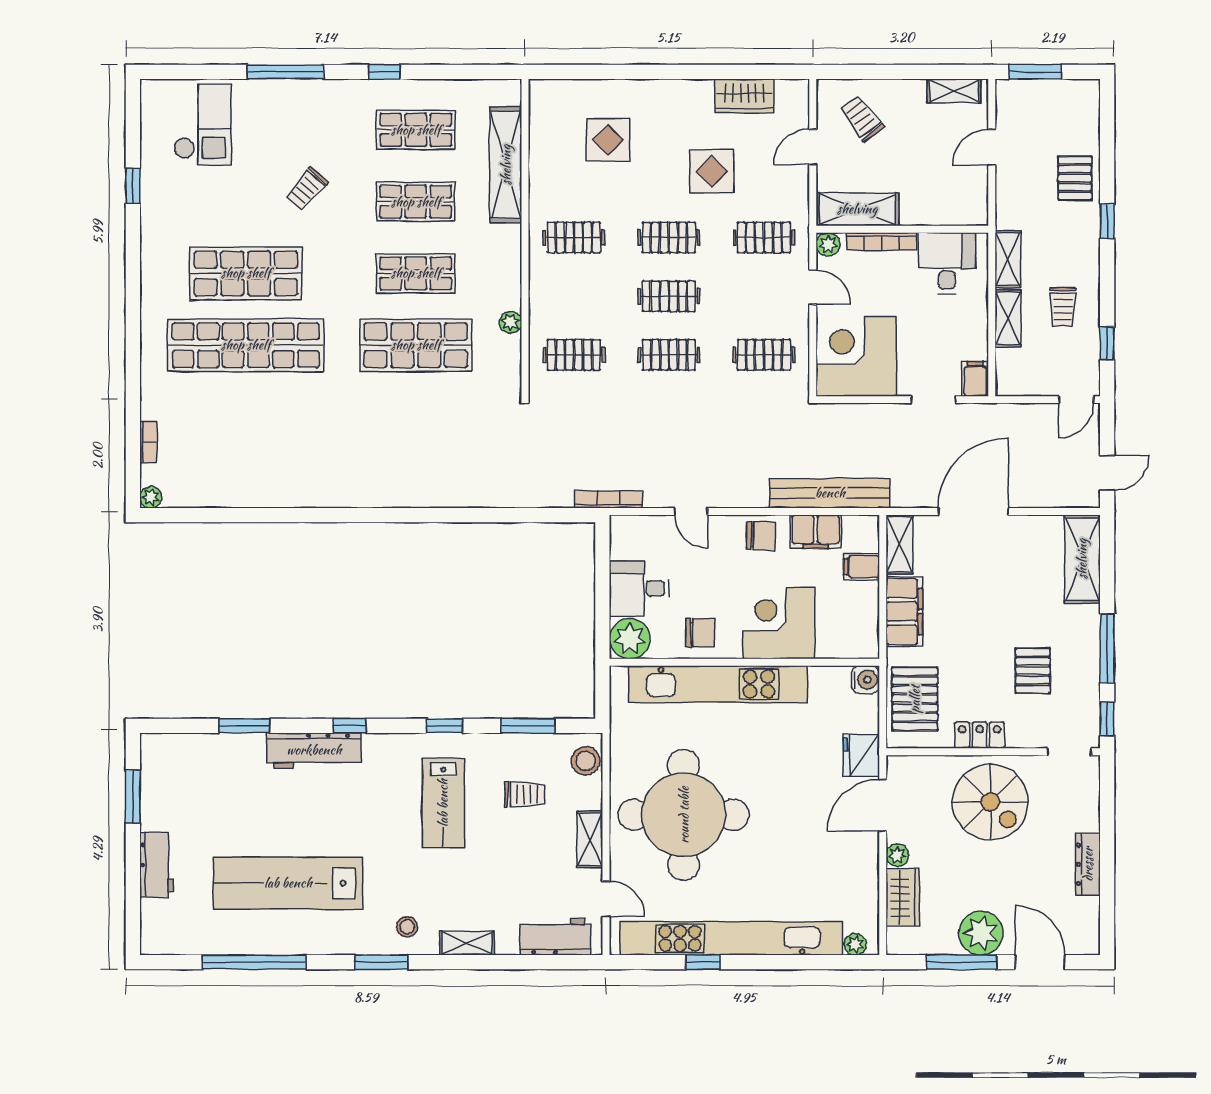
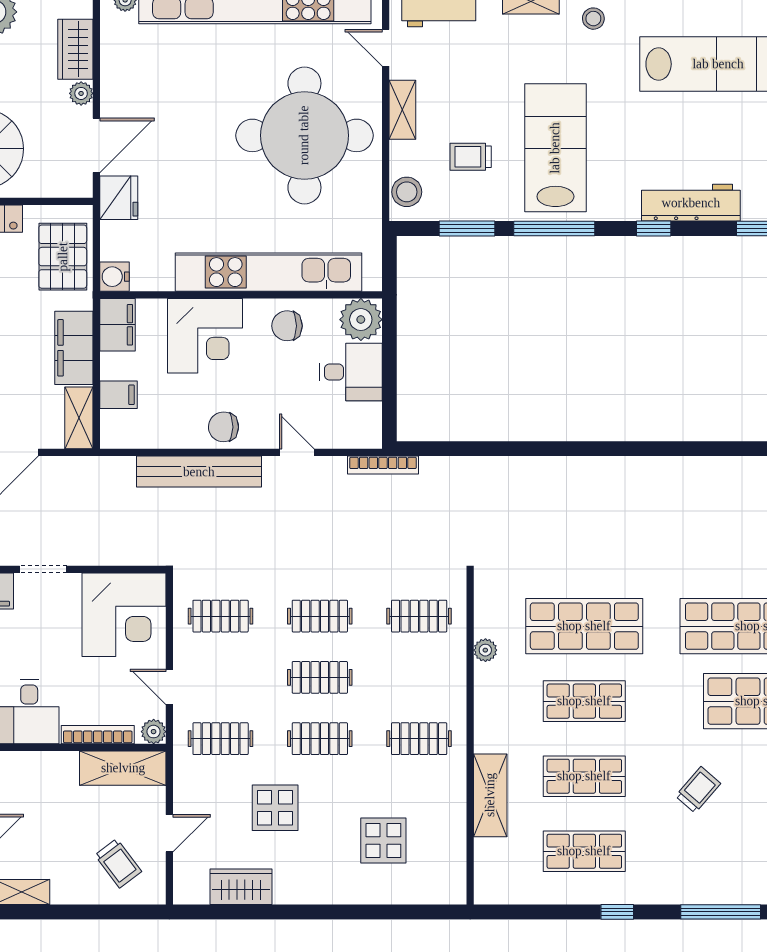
shelving: (506, 165) -> (490, 795), width x0.68
bench: (830, 493) -> (199, 472), moved
filing cabinet: (816, 532) -> (118, 325), moved, turned 90
window: (445, 726) -> (554, 228), width x2.17
lab bench: (443, 803) -> (555, 148), width x1.36, depth x1.39

